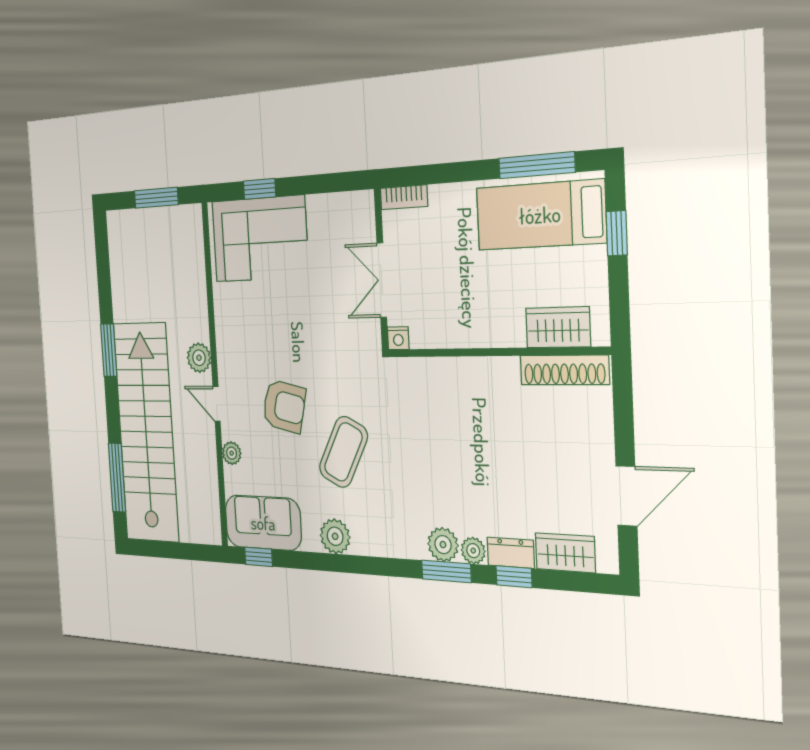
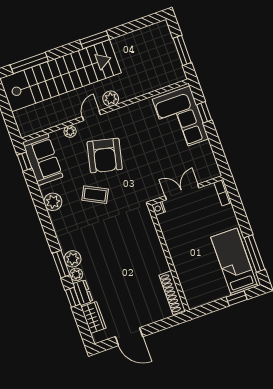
wardrobe: (558, 327) -> (189, 284), removed
armchair: (284, 406) -> (105, 156), width x1.36, depth x1.36
coffee table: (343, 452) -> (95, 195), width x0.73, depth x0.77

